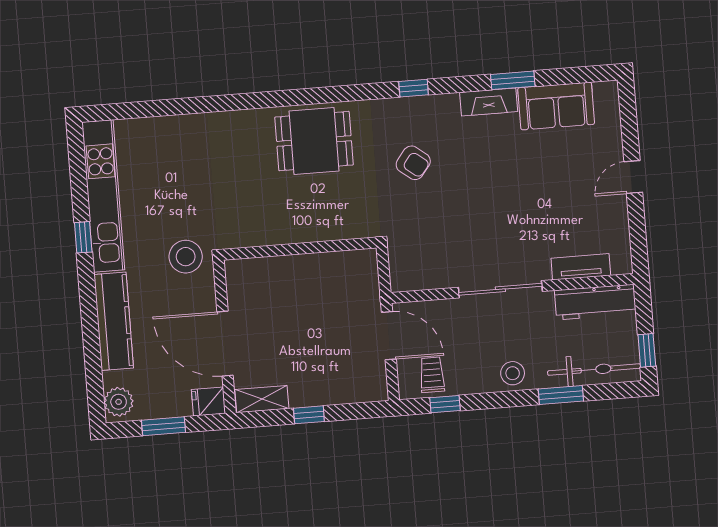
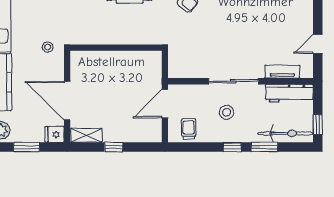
door: (633, 177) -> (318, 44), moved
stool: (186, 257) -> (48, 47), width x0.53, depth x0.53
door: (389, 336) -> (165, 104), swing flipped
stool: (513, 373) -> (227, 112), moved
window: (445, 404) -> (232, 147), moved

